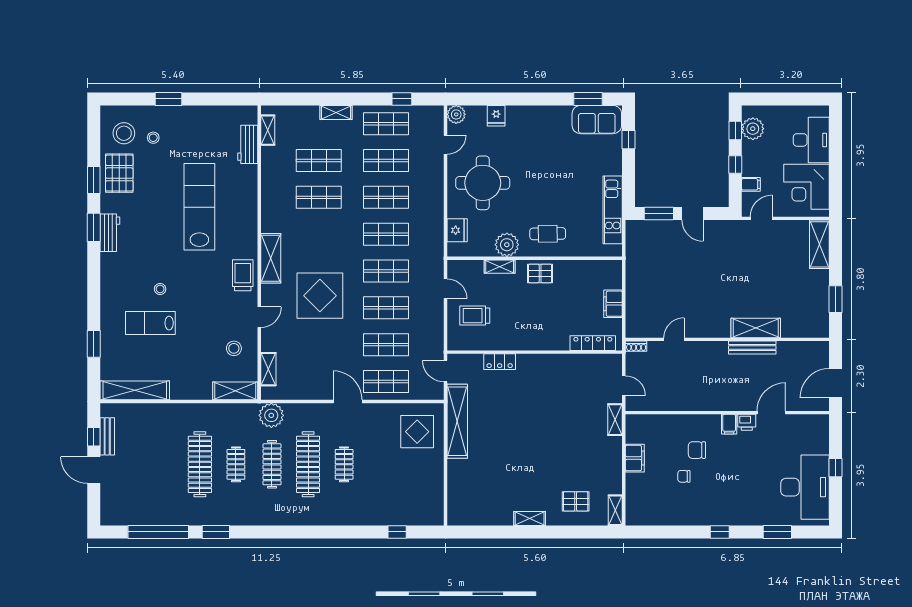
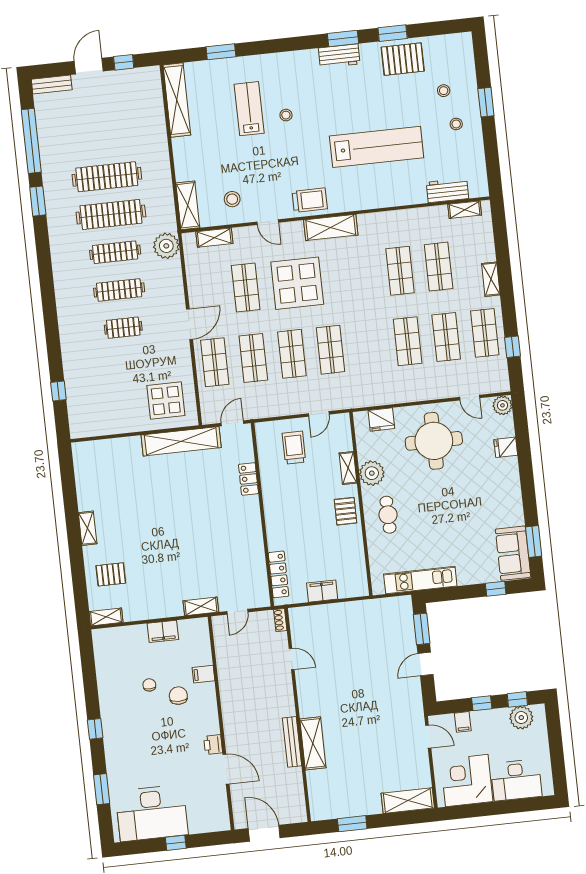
stool: (124, 133) -> (456, 124), moved, width x0.53, depth x0.53
shop shelf: (386, 234) -> (246, 288), moved
filing cabinet: (729, 424) -> (203, 674), moved
bench: (107, 436) -> (52, 84), moved
clothes rail: (236, 464) -> (111, 214), width x1.86, depth x1.31
clothes rail: (308, 464) -> (119, 290), width x0.73, depth x0.76
pallet: (576, 501) -> (111, 574), turned 90

